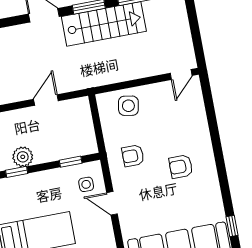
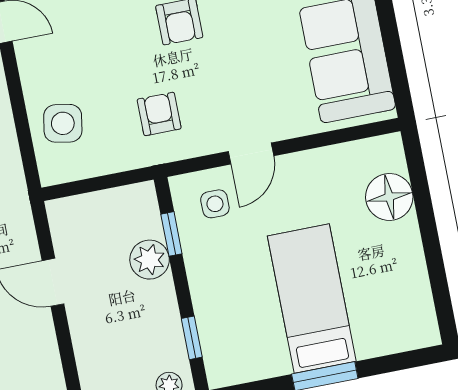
armchair: (133, 156) -> (159, 114), turned 180
plant: (23, 157) -> (150, 260), moved

